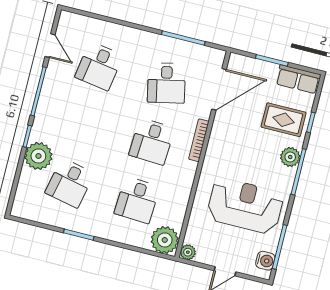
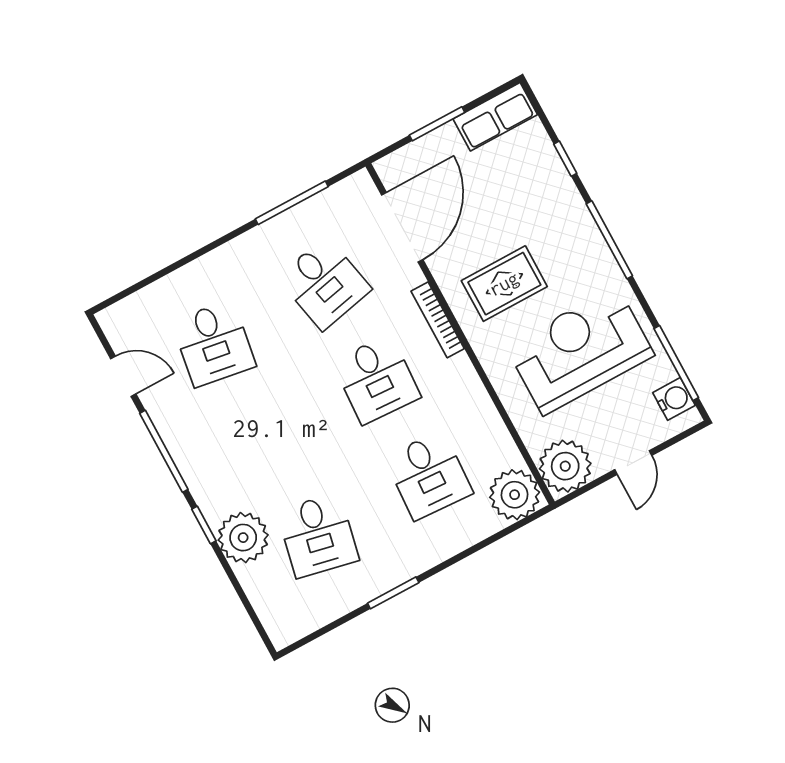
rug: (284, 120) -> (504, 284), moved
plant: (290, 157) -> (580, 230), removed
plant: (188, 252) -> (565, 466), width x1.87, depth x1.87

